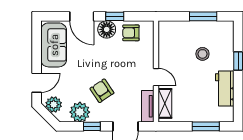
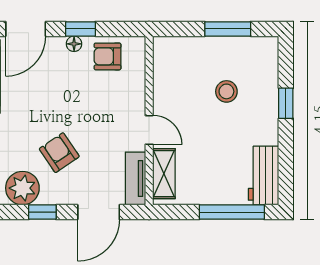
door: (82, 16) -> (26, 29), hinge flipped
floor lamp: (107, 29) -> (74, 44), width x0.53, depth x0.53
workbench: (225, 89) -> (263, 176), moved
window: (206, 126) -> (232, 212), width x1.44

